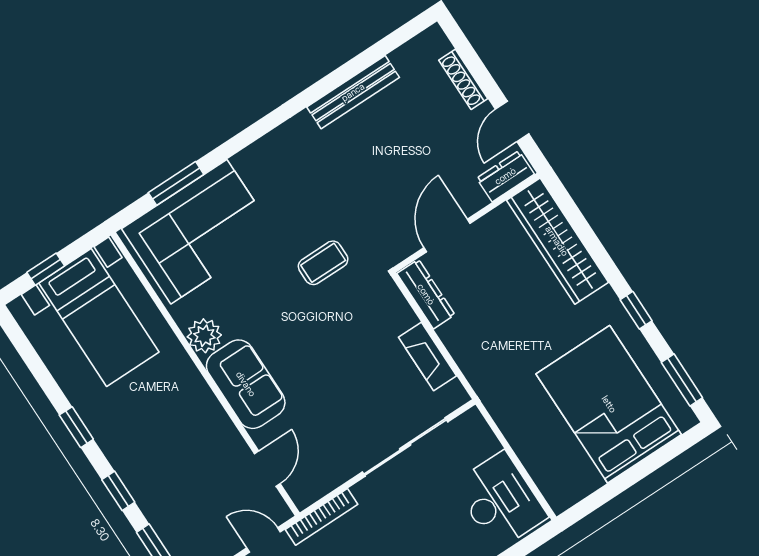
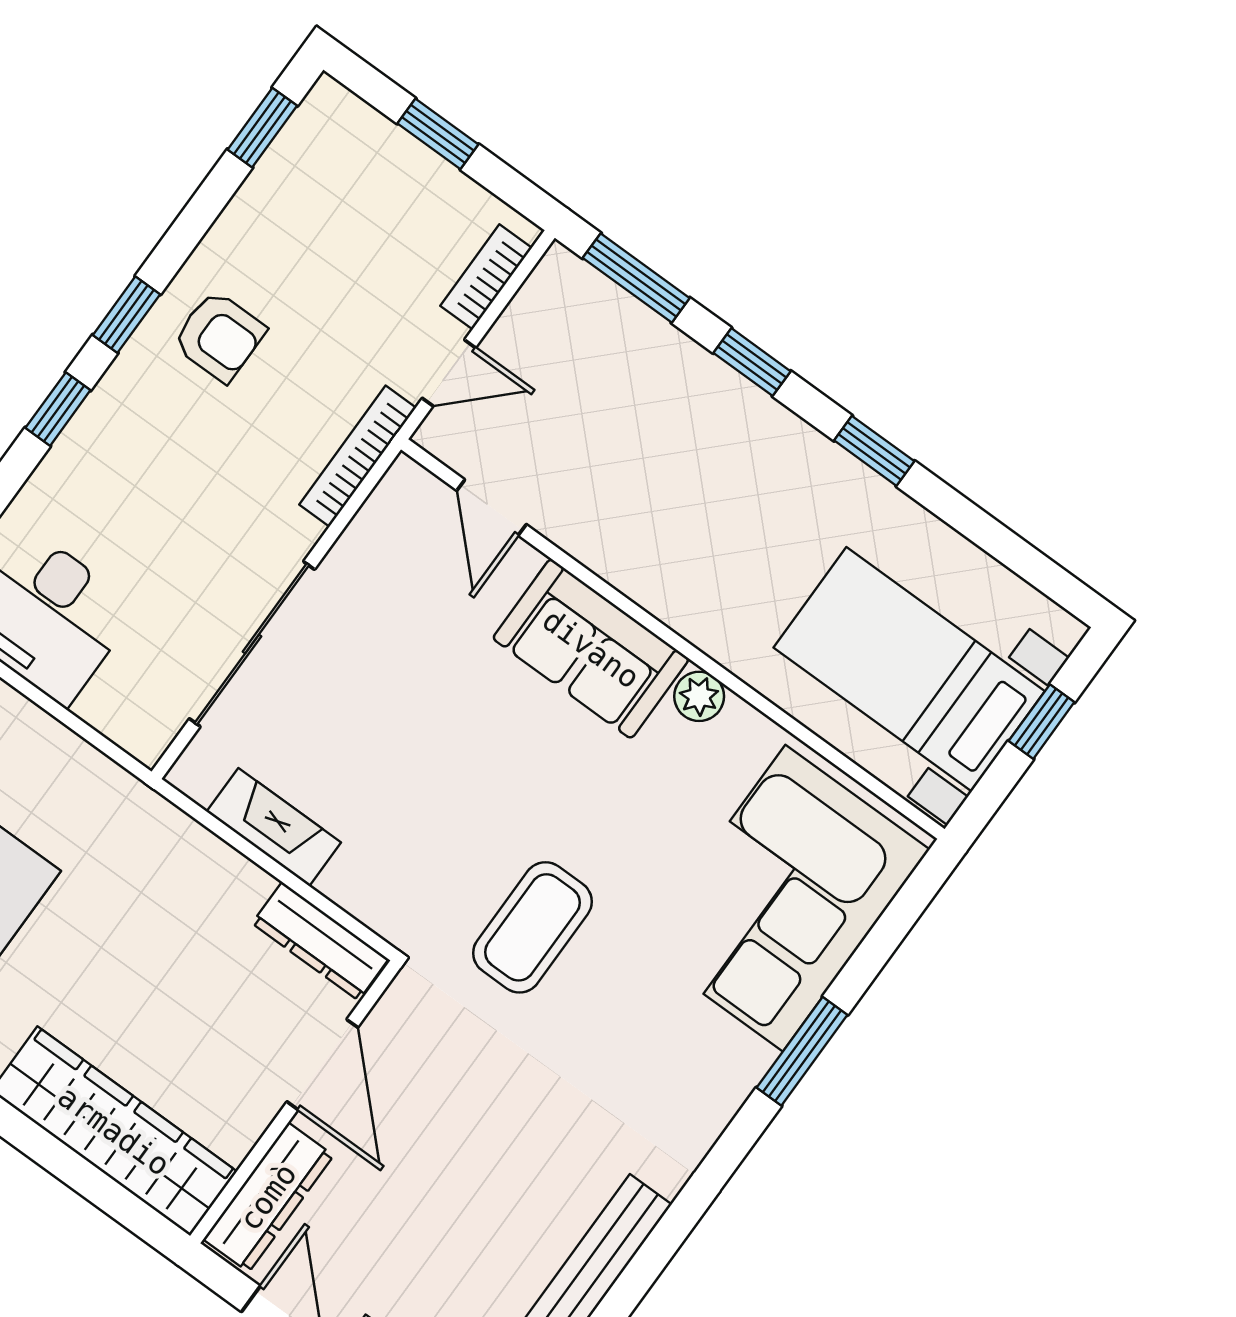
dresser: (505, 176) -> (268, 1197), width x1.44
window: (176, 183) -> (802, 1051), moved
coffee table: (323, 263) -> (532, 927), width x1.36, depth x1.30
plant: (204, 336) -> (699, 696), width x0.73, depth x0.73

